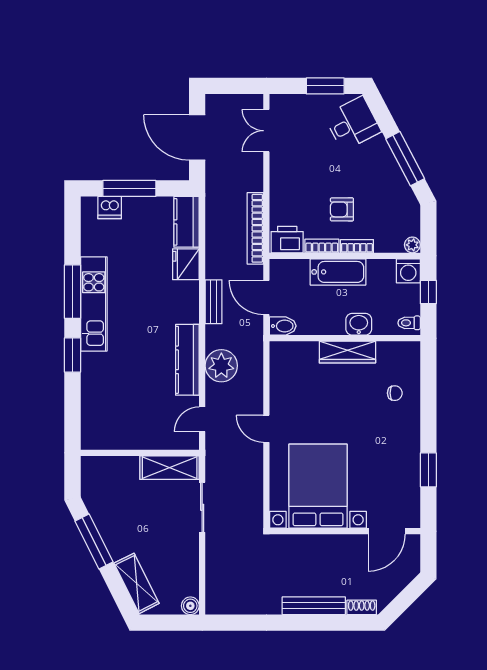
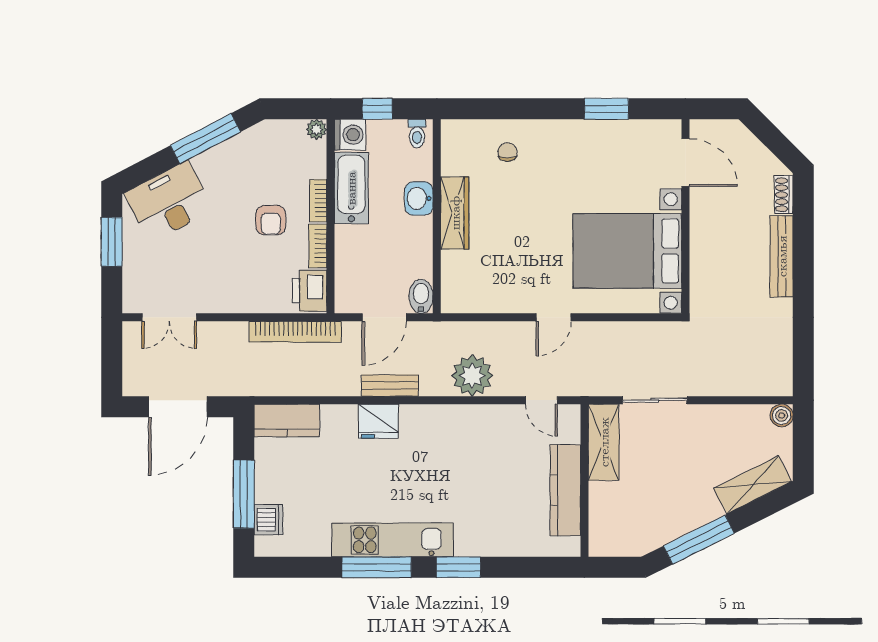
desk: (353, 124) -> (169, 202), width x1.37
fridge: (186, 264) -> (378, 421), moved
bathtub: (338, 272) -> (351, 188), moved
kitchen counter: (187, 360) -> (565, 490), moved, turned 90

